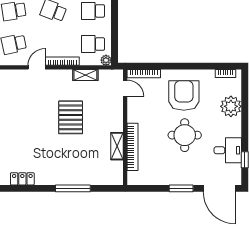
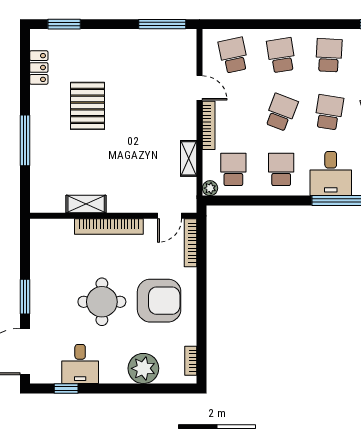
pallet: (71, 117) -> (87, 106), moved, turned 90
bookcase: (133, 147) -> (109, 227), moved

